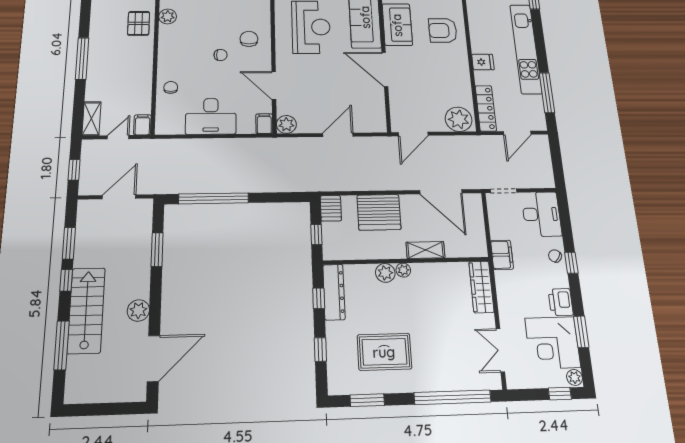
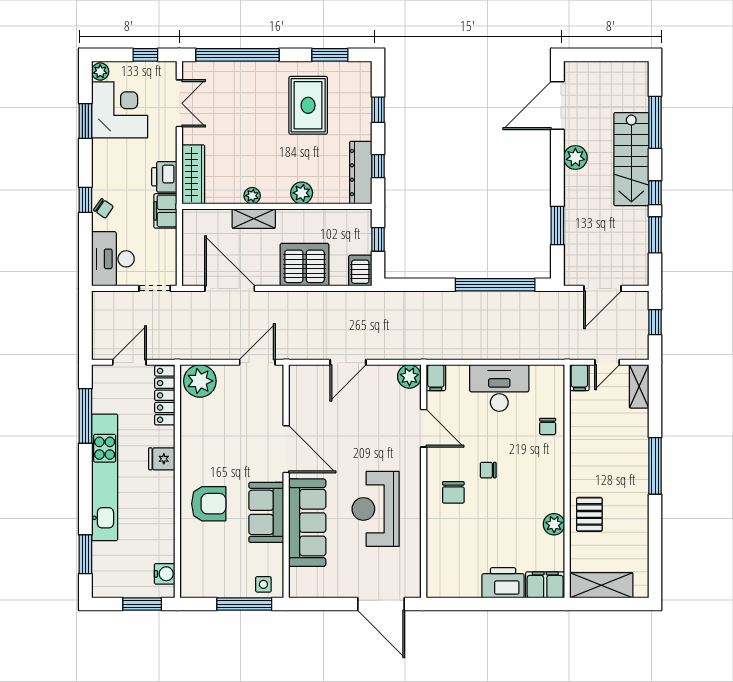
plant: (403, 270) -> (252, 196), moved
printer: (561, 302) -> (164, 177), moved, turned 180
rug: (384, 352) -> (308, 105), turned 90
window: (560, 394) -> (145, 55), moved

